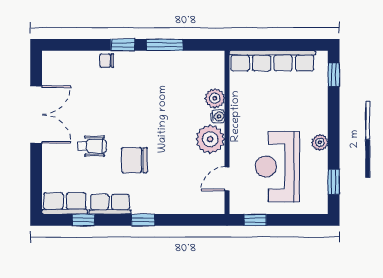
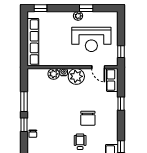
window: (334, 182) -> (86, 8), moved
row of seats: (110, 204) -> (112, 80), moved
window: (143, 220) -> (121, 104), moved

